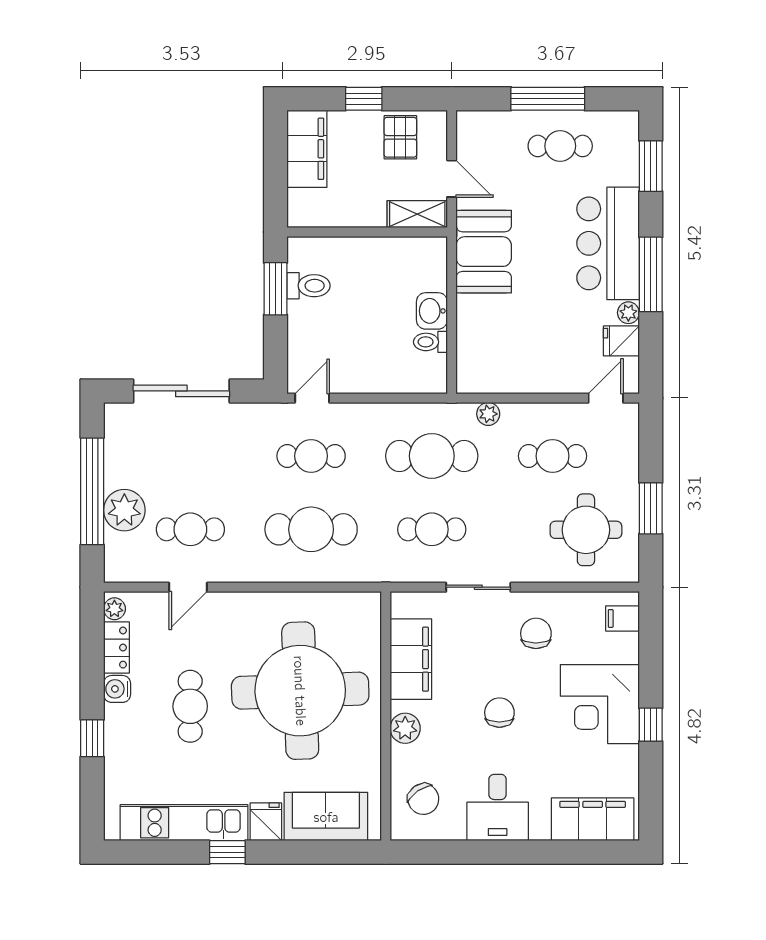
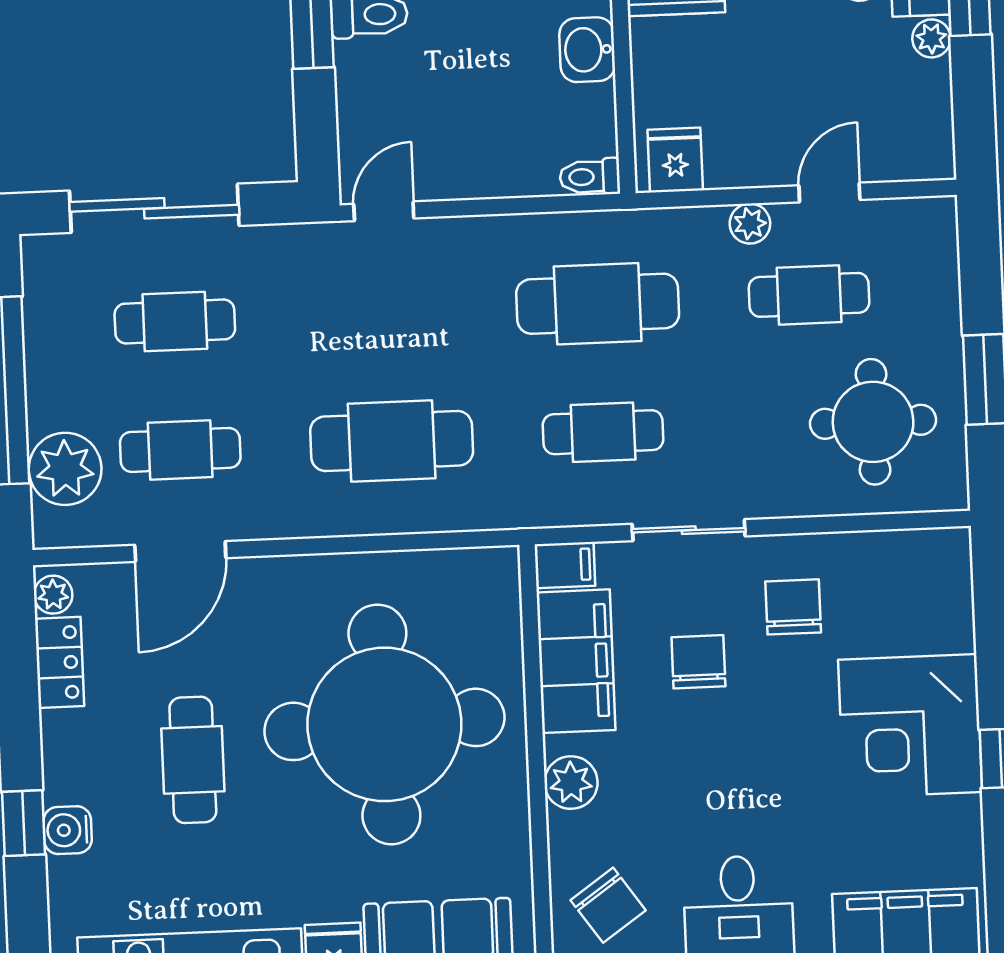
fridge: (621, 341) -> (675, 160), moved, turned 90
toilet: (430, 342) -> (590, 177), moved
door: (606, 398) -> (829, 193), moved
plant: (488, 414) -> (750, 224), moved
cafe table: (311, 456) -> (175, 322), moved
plant: (124, 510) -> (65, 469), moved
door: (188, 587) -> (180, 551), width x1.38
filing cabinet: (622, 618) -> (565, 565), moved, turned 180
water cooler: (117, 689) -> (68, 830), moved
chair: (499, 713) -> (698, 662), moved

